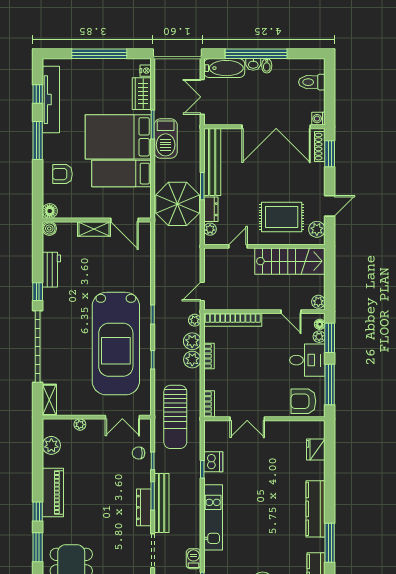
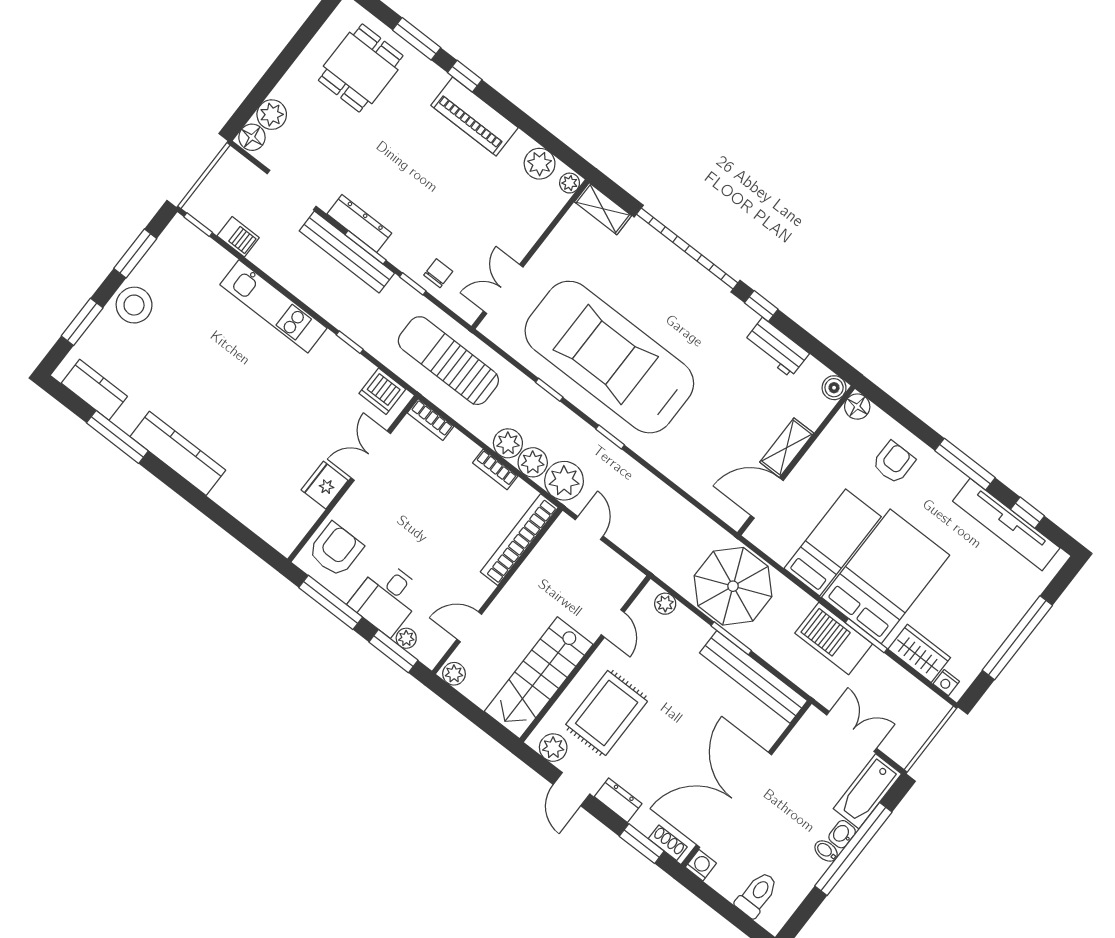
shoe rack: (320, 147) -> (668, 843), width x0.70
dresser: (211, 209) -> (618, 800), moved, turned 180
plant: (195, 320) -> (564, 481), width x1.87, depth x1.87
floor lamp: (320, 324) -> (422, 652), removed
plant: (80, 425) -> (570, 183), moved
fridge: (316, 449) -> (325, 485), moved, turned -90
dishwasher: (213, 462) -> (382, 391), moved

